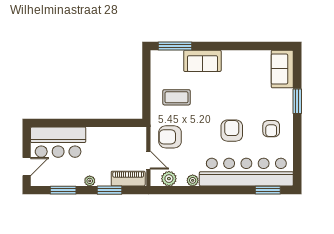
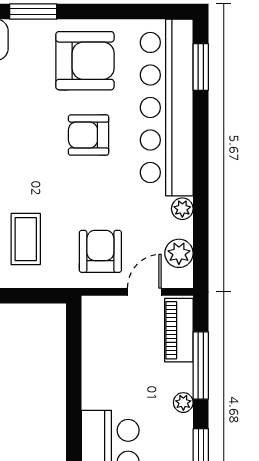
armchair: (271, 129) -> (85, 61), width x1.88, depth x1.88
armchair: (170, 137) -> (100, 251), turned 180
window: (109, 190) -> (201, 365), width x1.44

